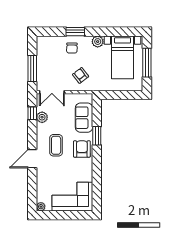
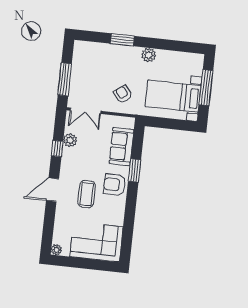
chair: (72, 48) -> (116, 60), removed
bed with nightstands: (123, 57) -> (173, 96), moved, turned 90
window: (32, 113) -> (57, 149), moved
coffee table: (56, 145) -> (87, 194), moved
armchair: (82, 149) -> (115, 185), turned -90

